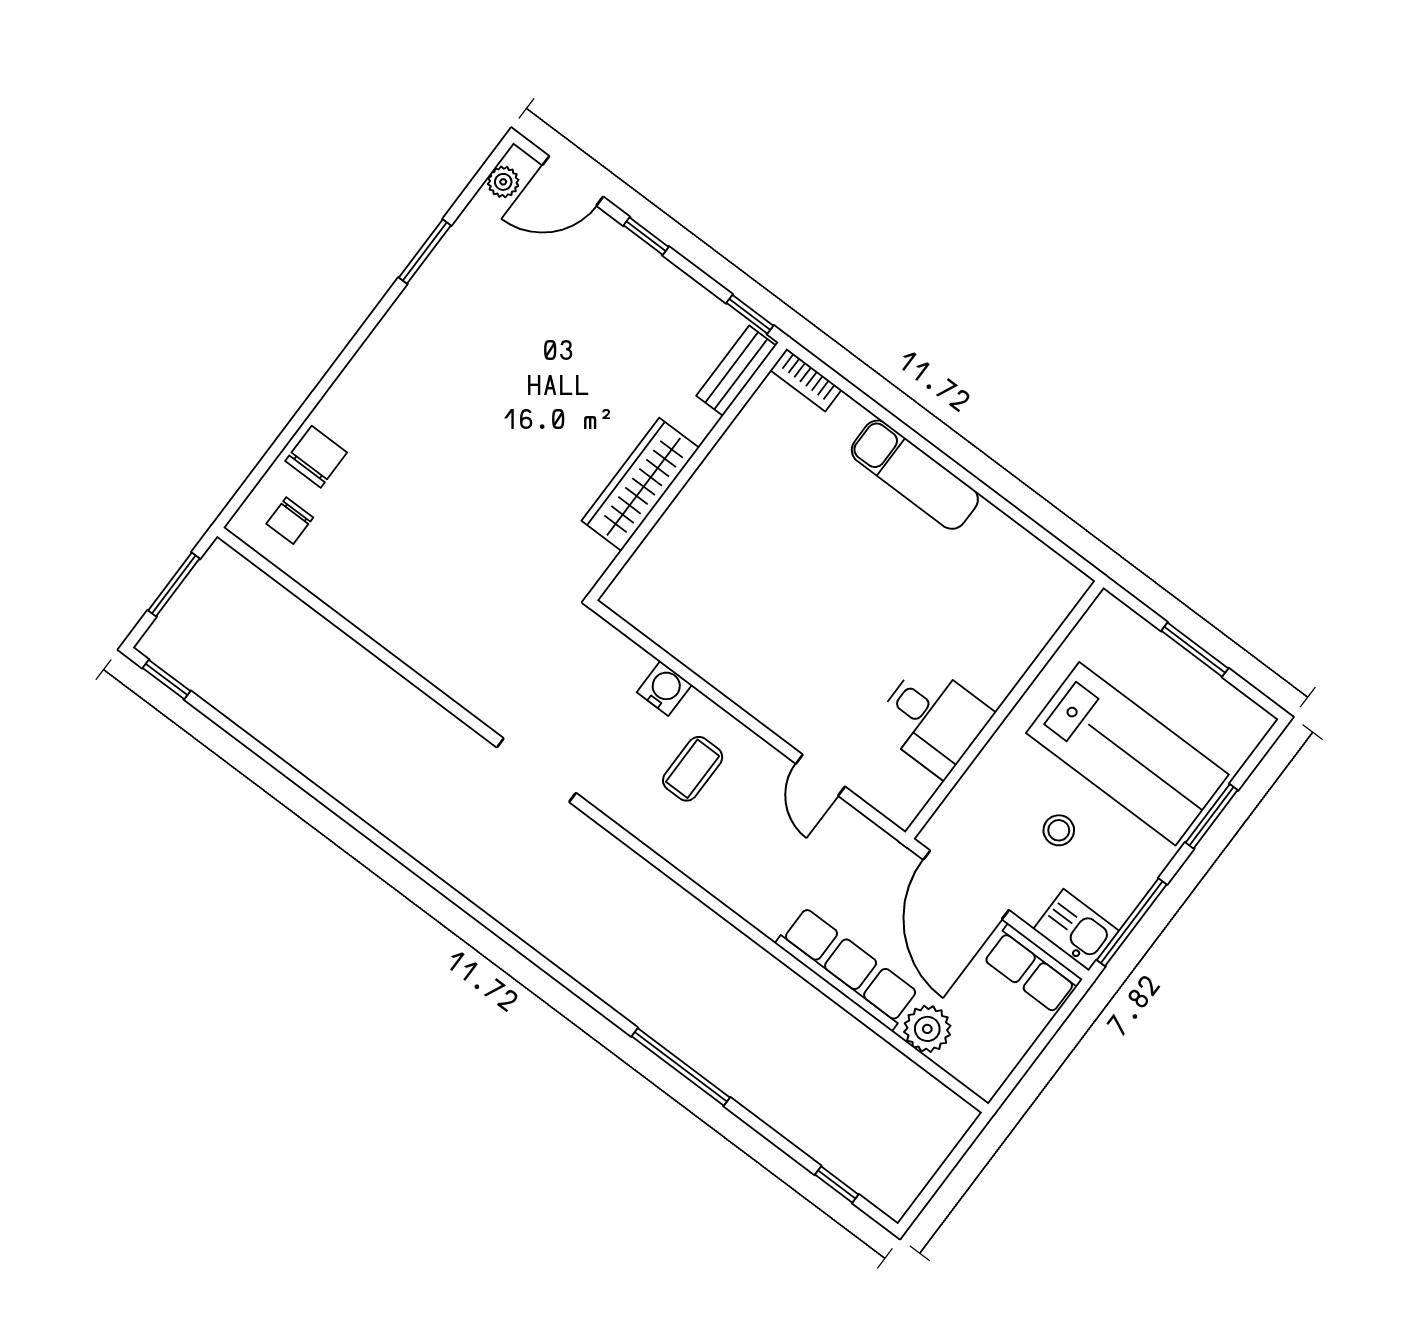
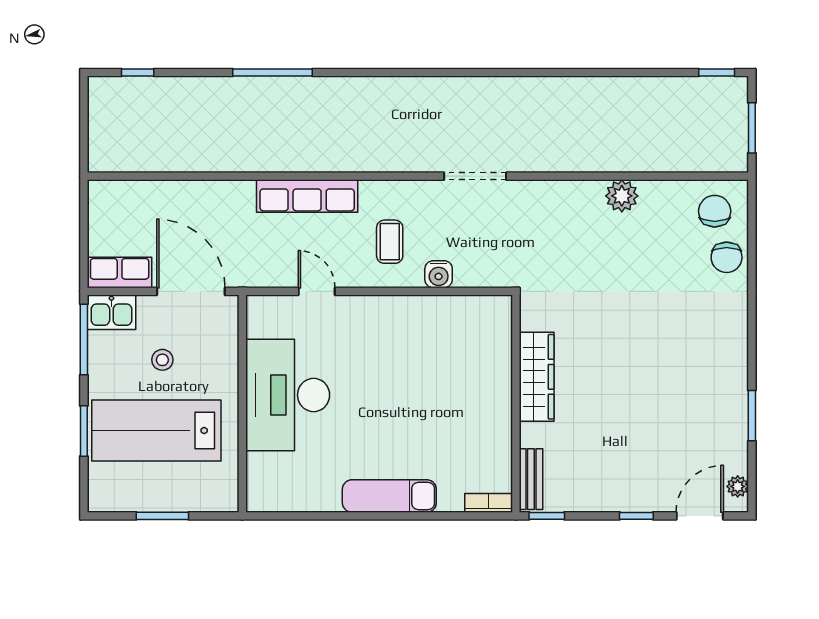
chair: (290, 521) -> (715, 211), width x1.37, depth x1.37
desk: (933, 719) -> (288, 395), width x1.87, depth x1.30
row of seats: (847, 968) -> (307, 196), moved
plant: (927, 1029) -> (622, 196), moved

